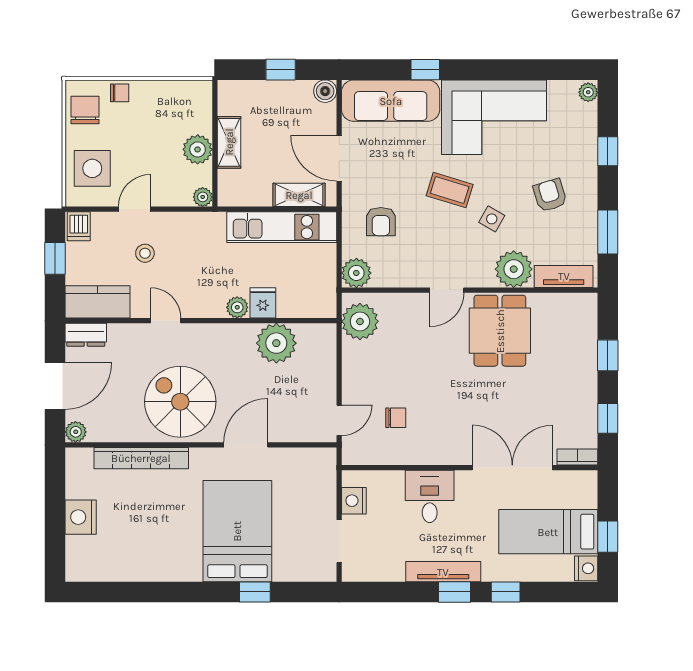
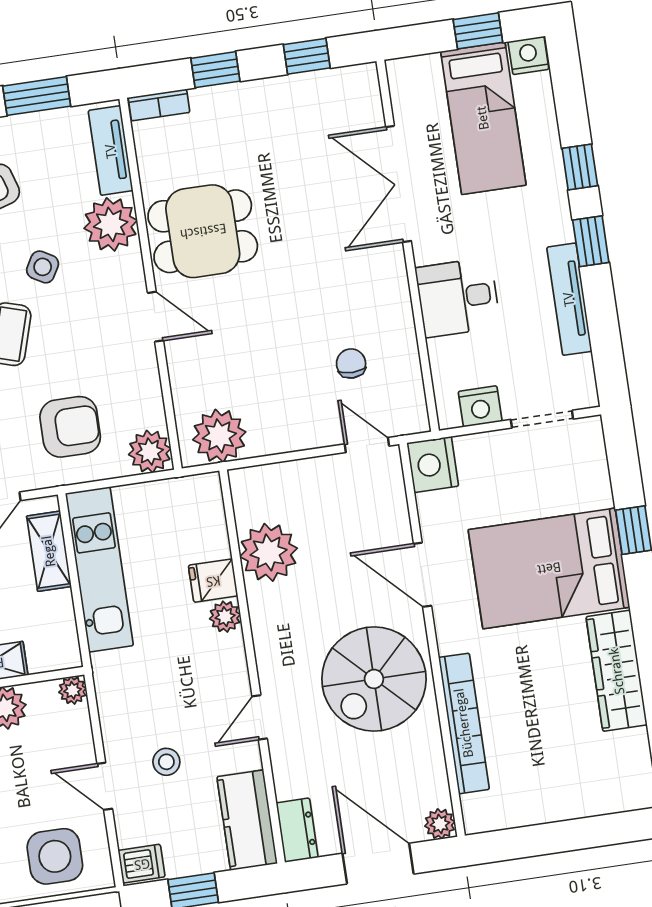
armchair: (381, 222) -> (70, 427), width x1.38, depth x1.38
bookcase: (577, 457) -> (159, 105), moved, turned -90
nightstand: (81, 517) -> (433, 465), moved, turned 90
wardrobe: (162, 566) -> (617, 671), added
tv unit: (443, 572) -> (569, 299), moved

